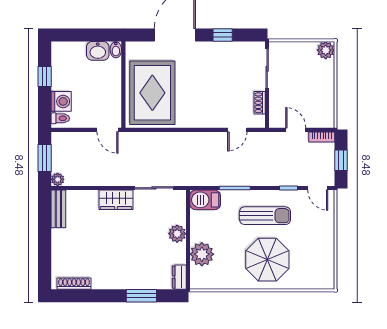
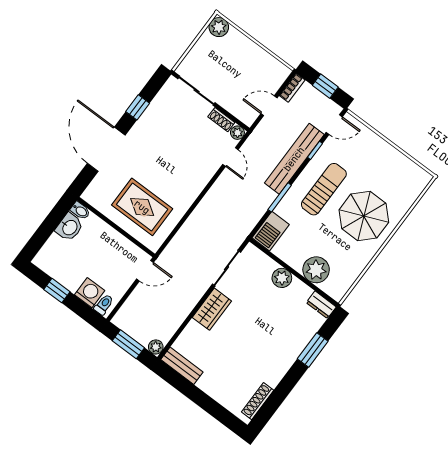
rug: (152, 93) -> (142, 207), width x0.73, depth x0.69
plant: (259, 122) -> (237, 133), added
bench: (271, 177) -> (294, 159), added

